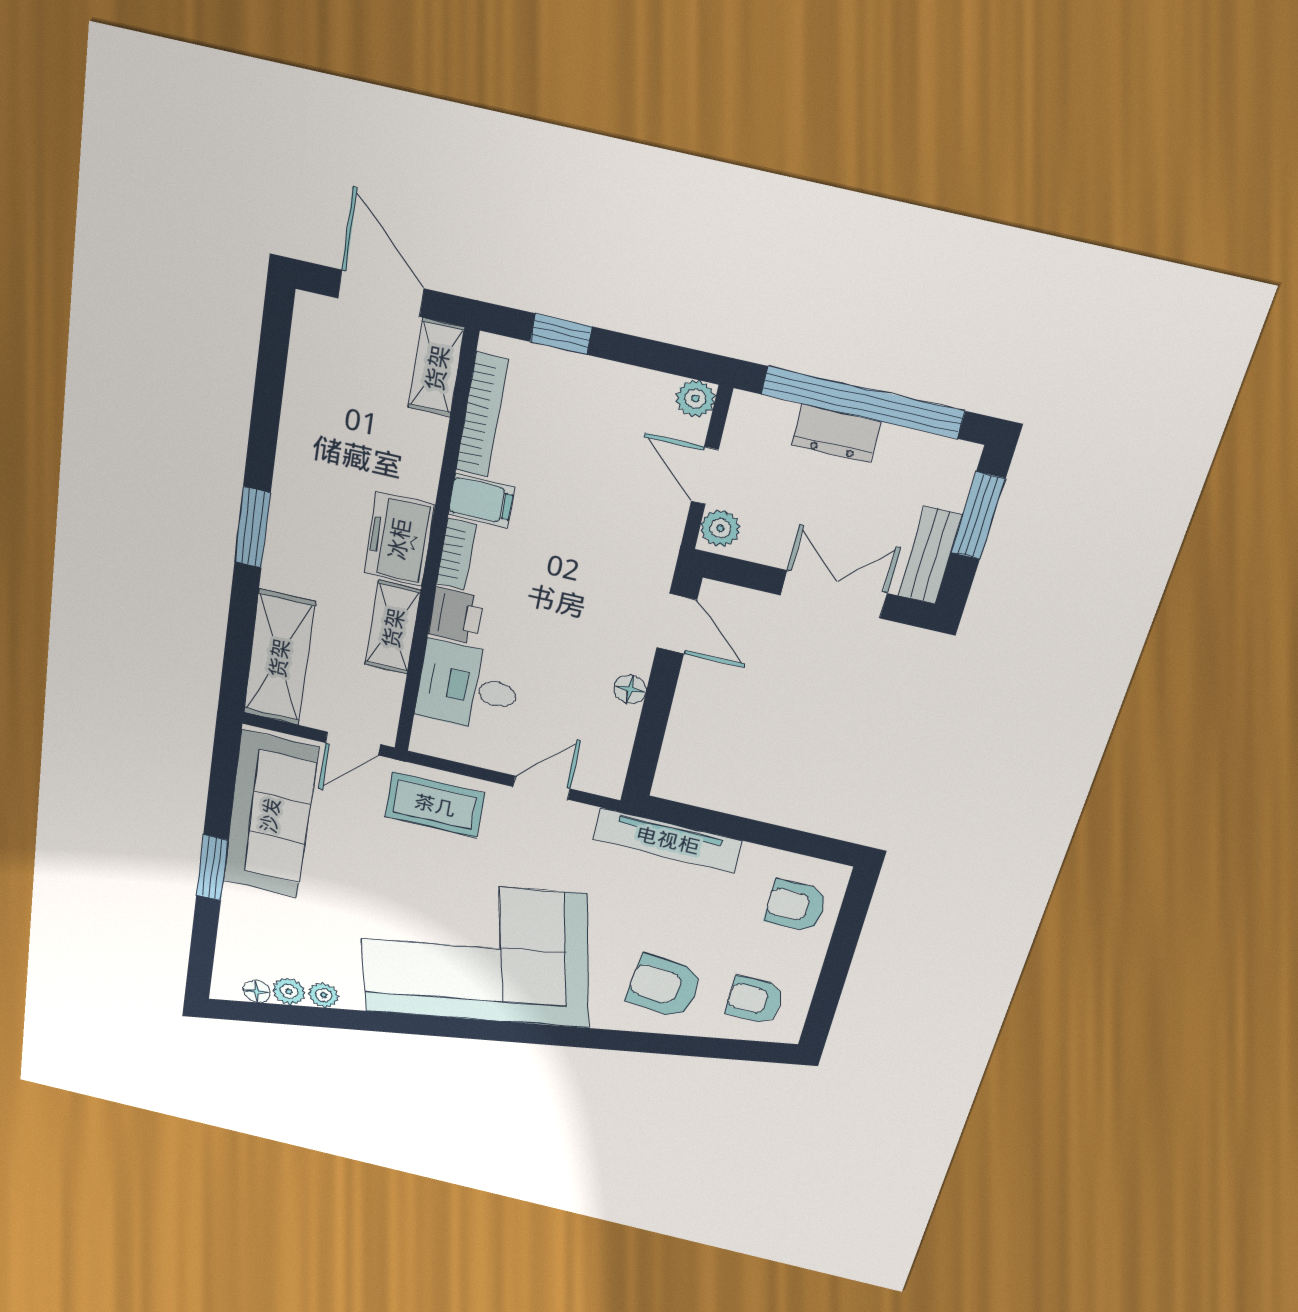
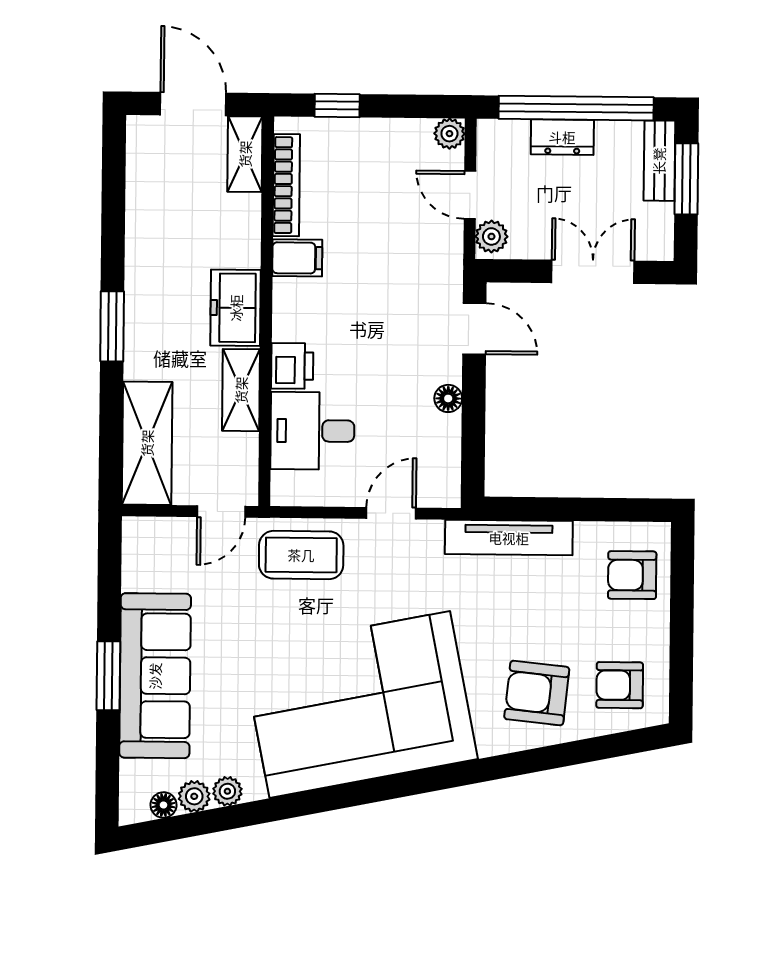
bookcase: (456, 554) -> (284, 310), removed
bench: (930, 556) -> (659, 161), moved
sofa: (270, 815) -> (155, 676), moved

